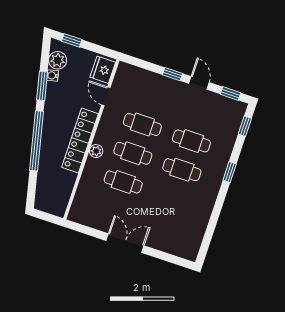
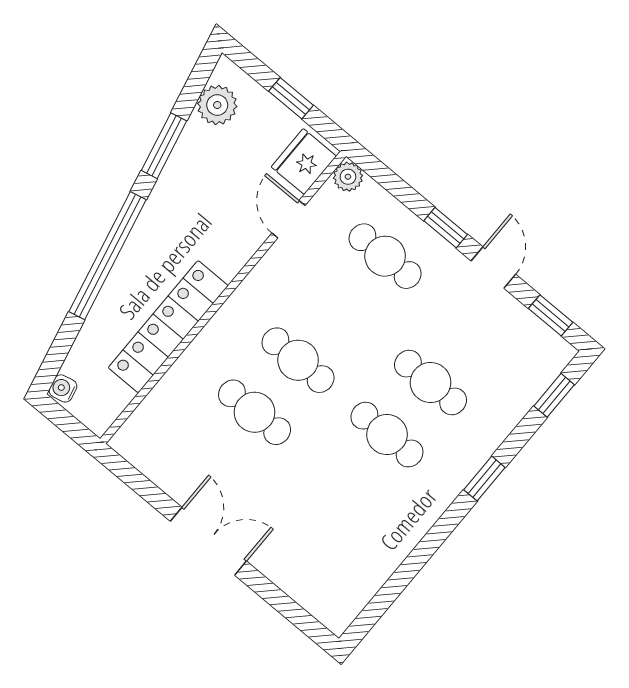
window: (72, 40) -> (291, 98), moved
water cooler: (53, 75) -> (63, 388), moved
cafe table: (142, 125) -> (385, 256), moved
locker: (80, 141) -> (168, 327), moved
plant: (96, 151) -> (348, 177), moved

